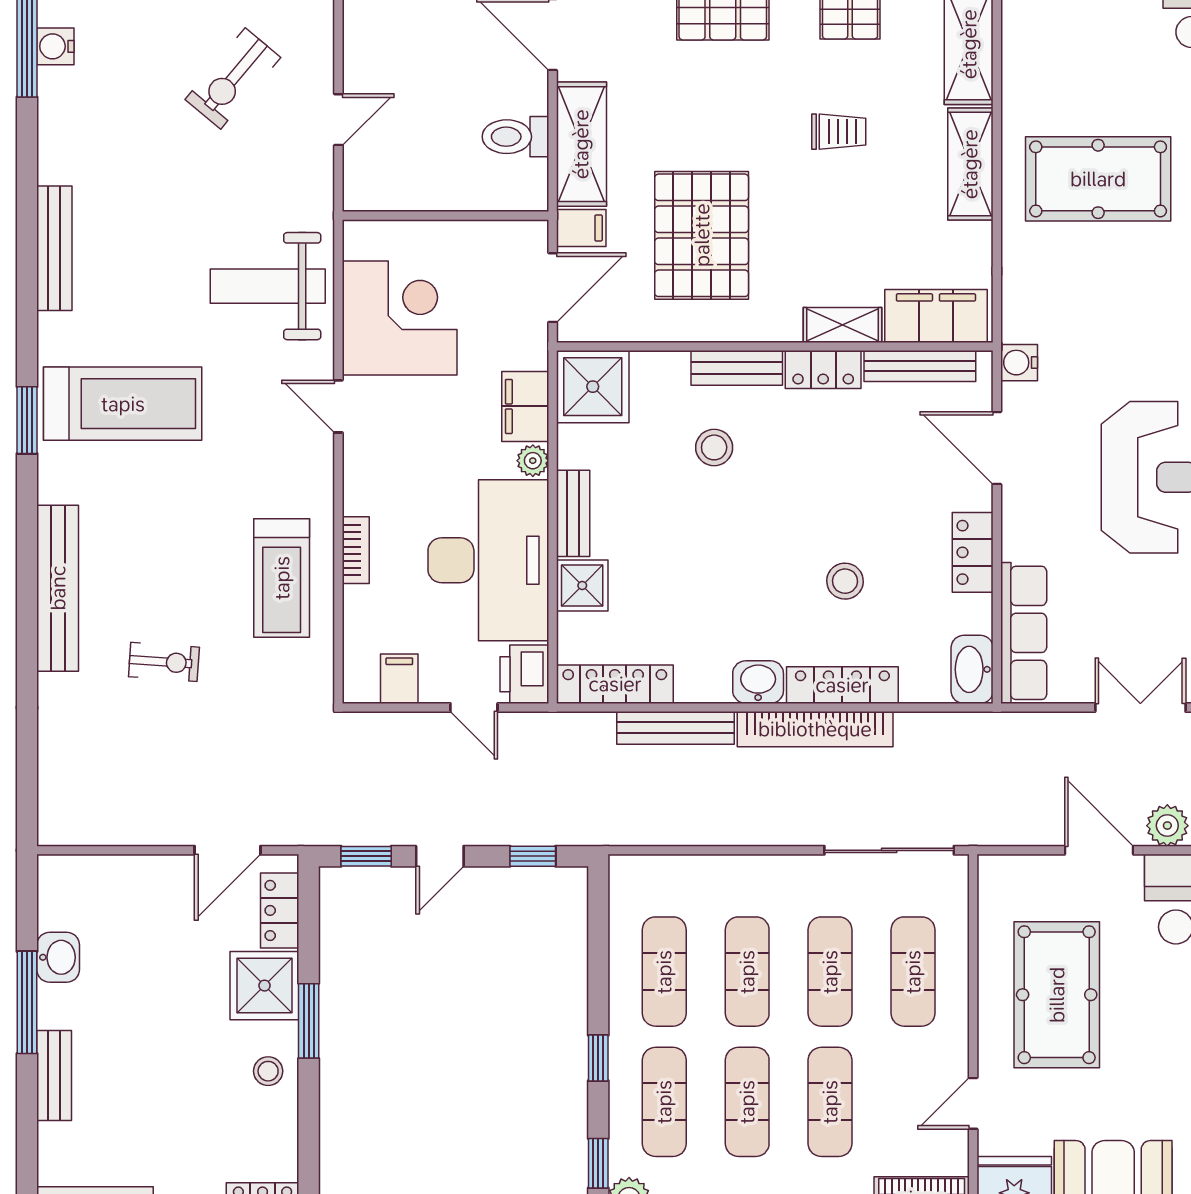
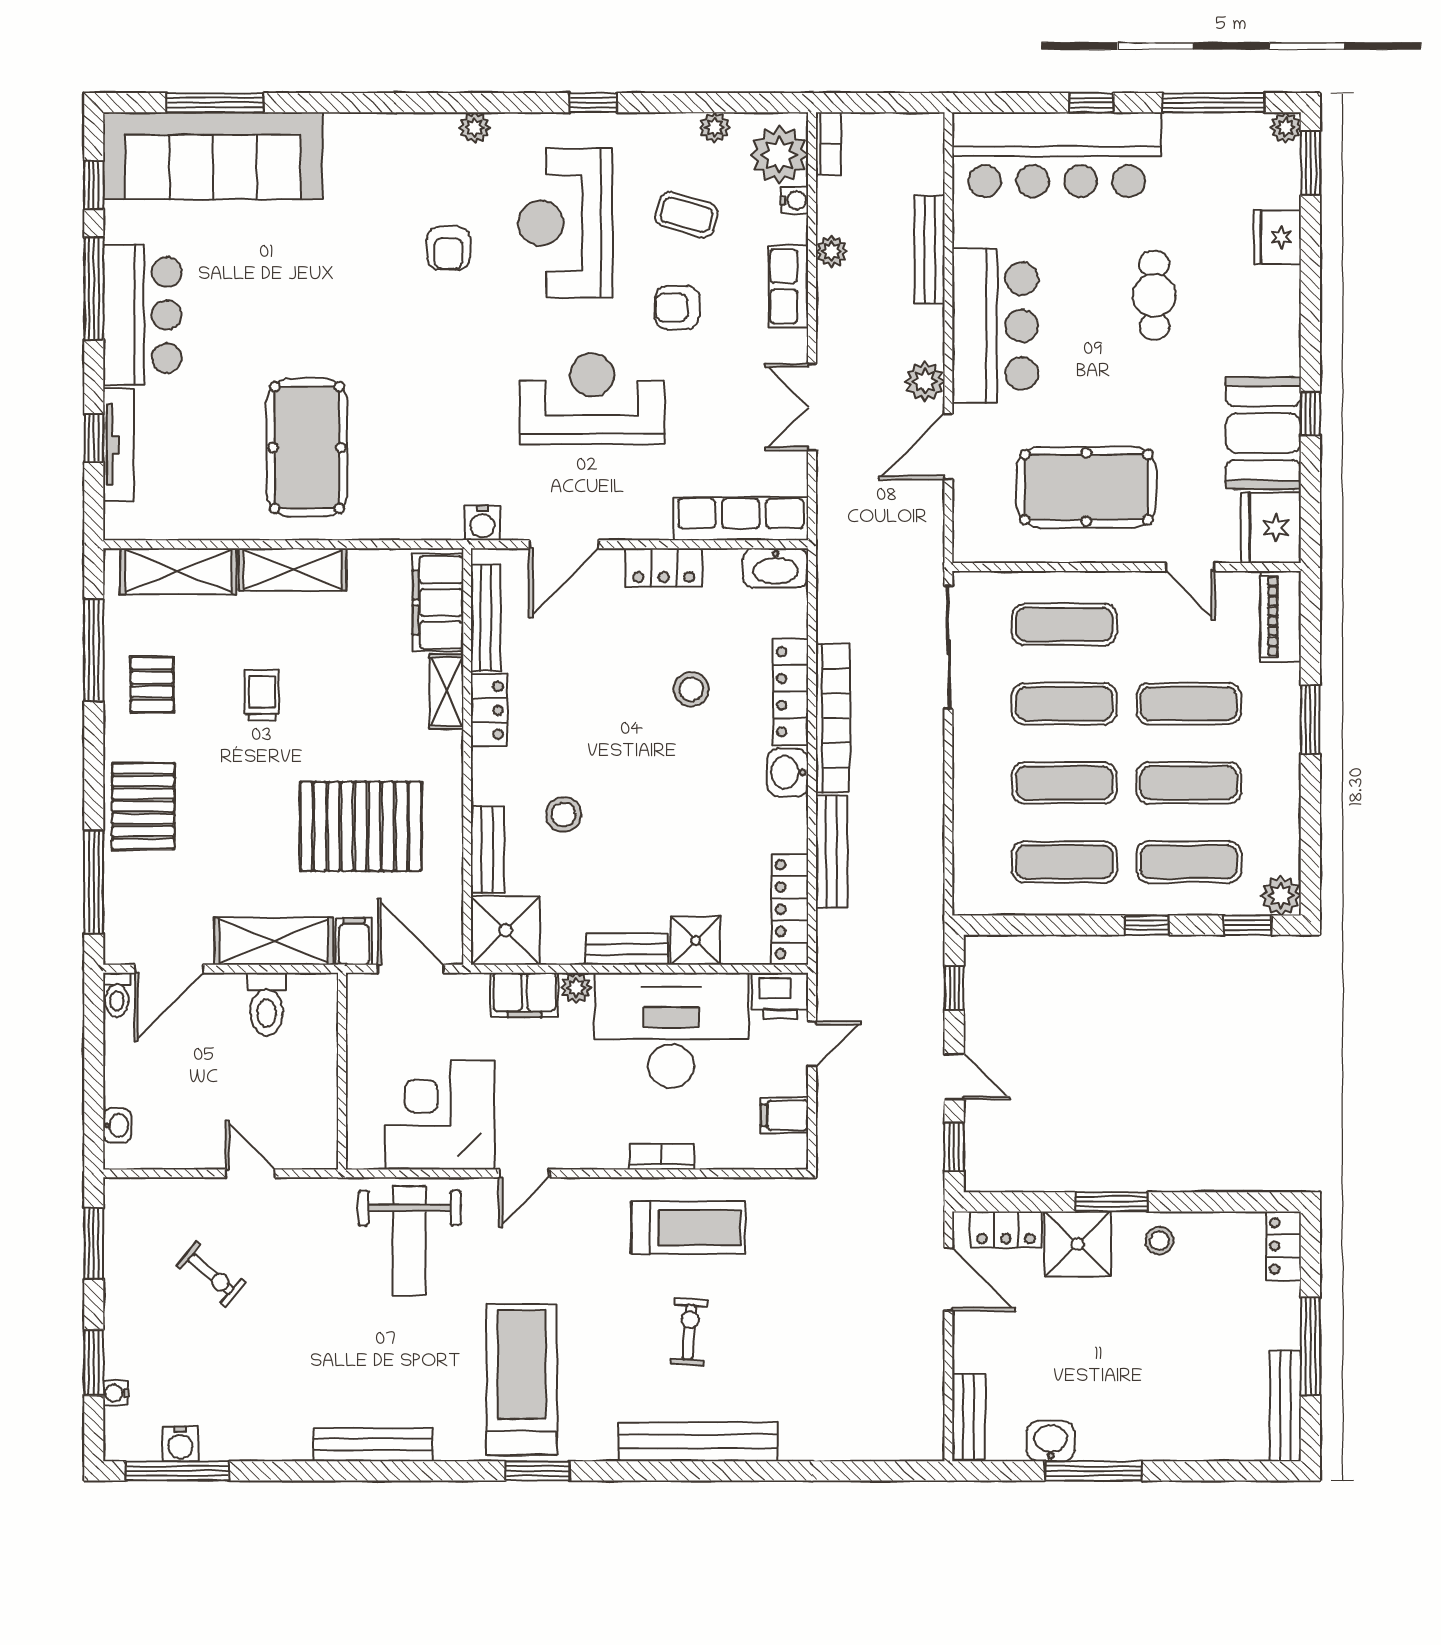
exercise bike: (233, 78) -> (211, 1274), width x0.73, depth x0.72
bench: (737, 368) -> (487, 849), moved
exercise bike: (164, 662) -> (689, 1332), moved
bench: (54, 1076) -> (969, 1416), moved, turned 90

